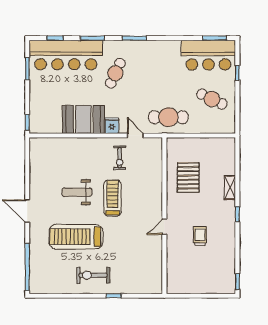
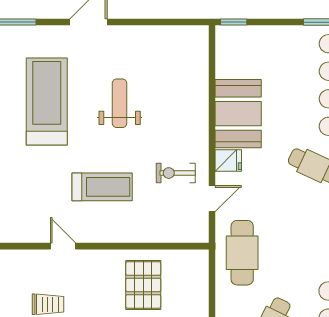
pallet: (188, 178) -> (143, 285), turned 90
treadmill: (113, 198) -> (102, 187), moved

